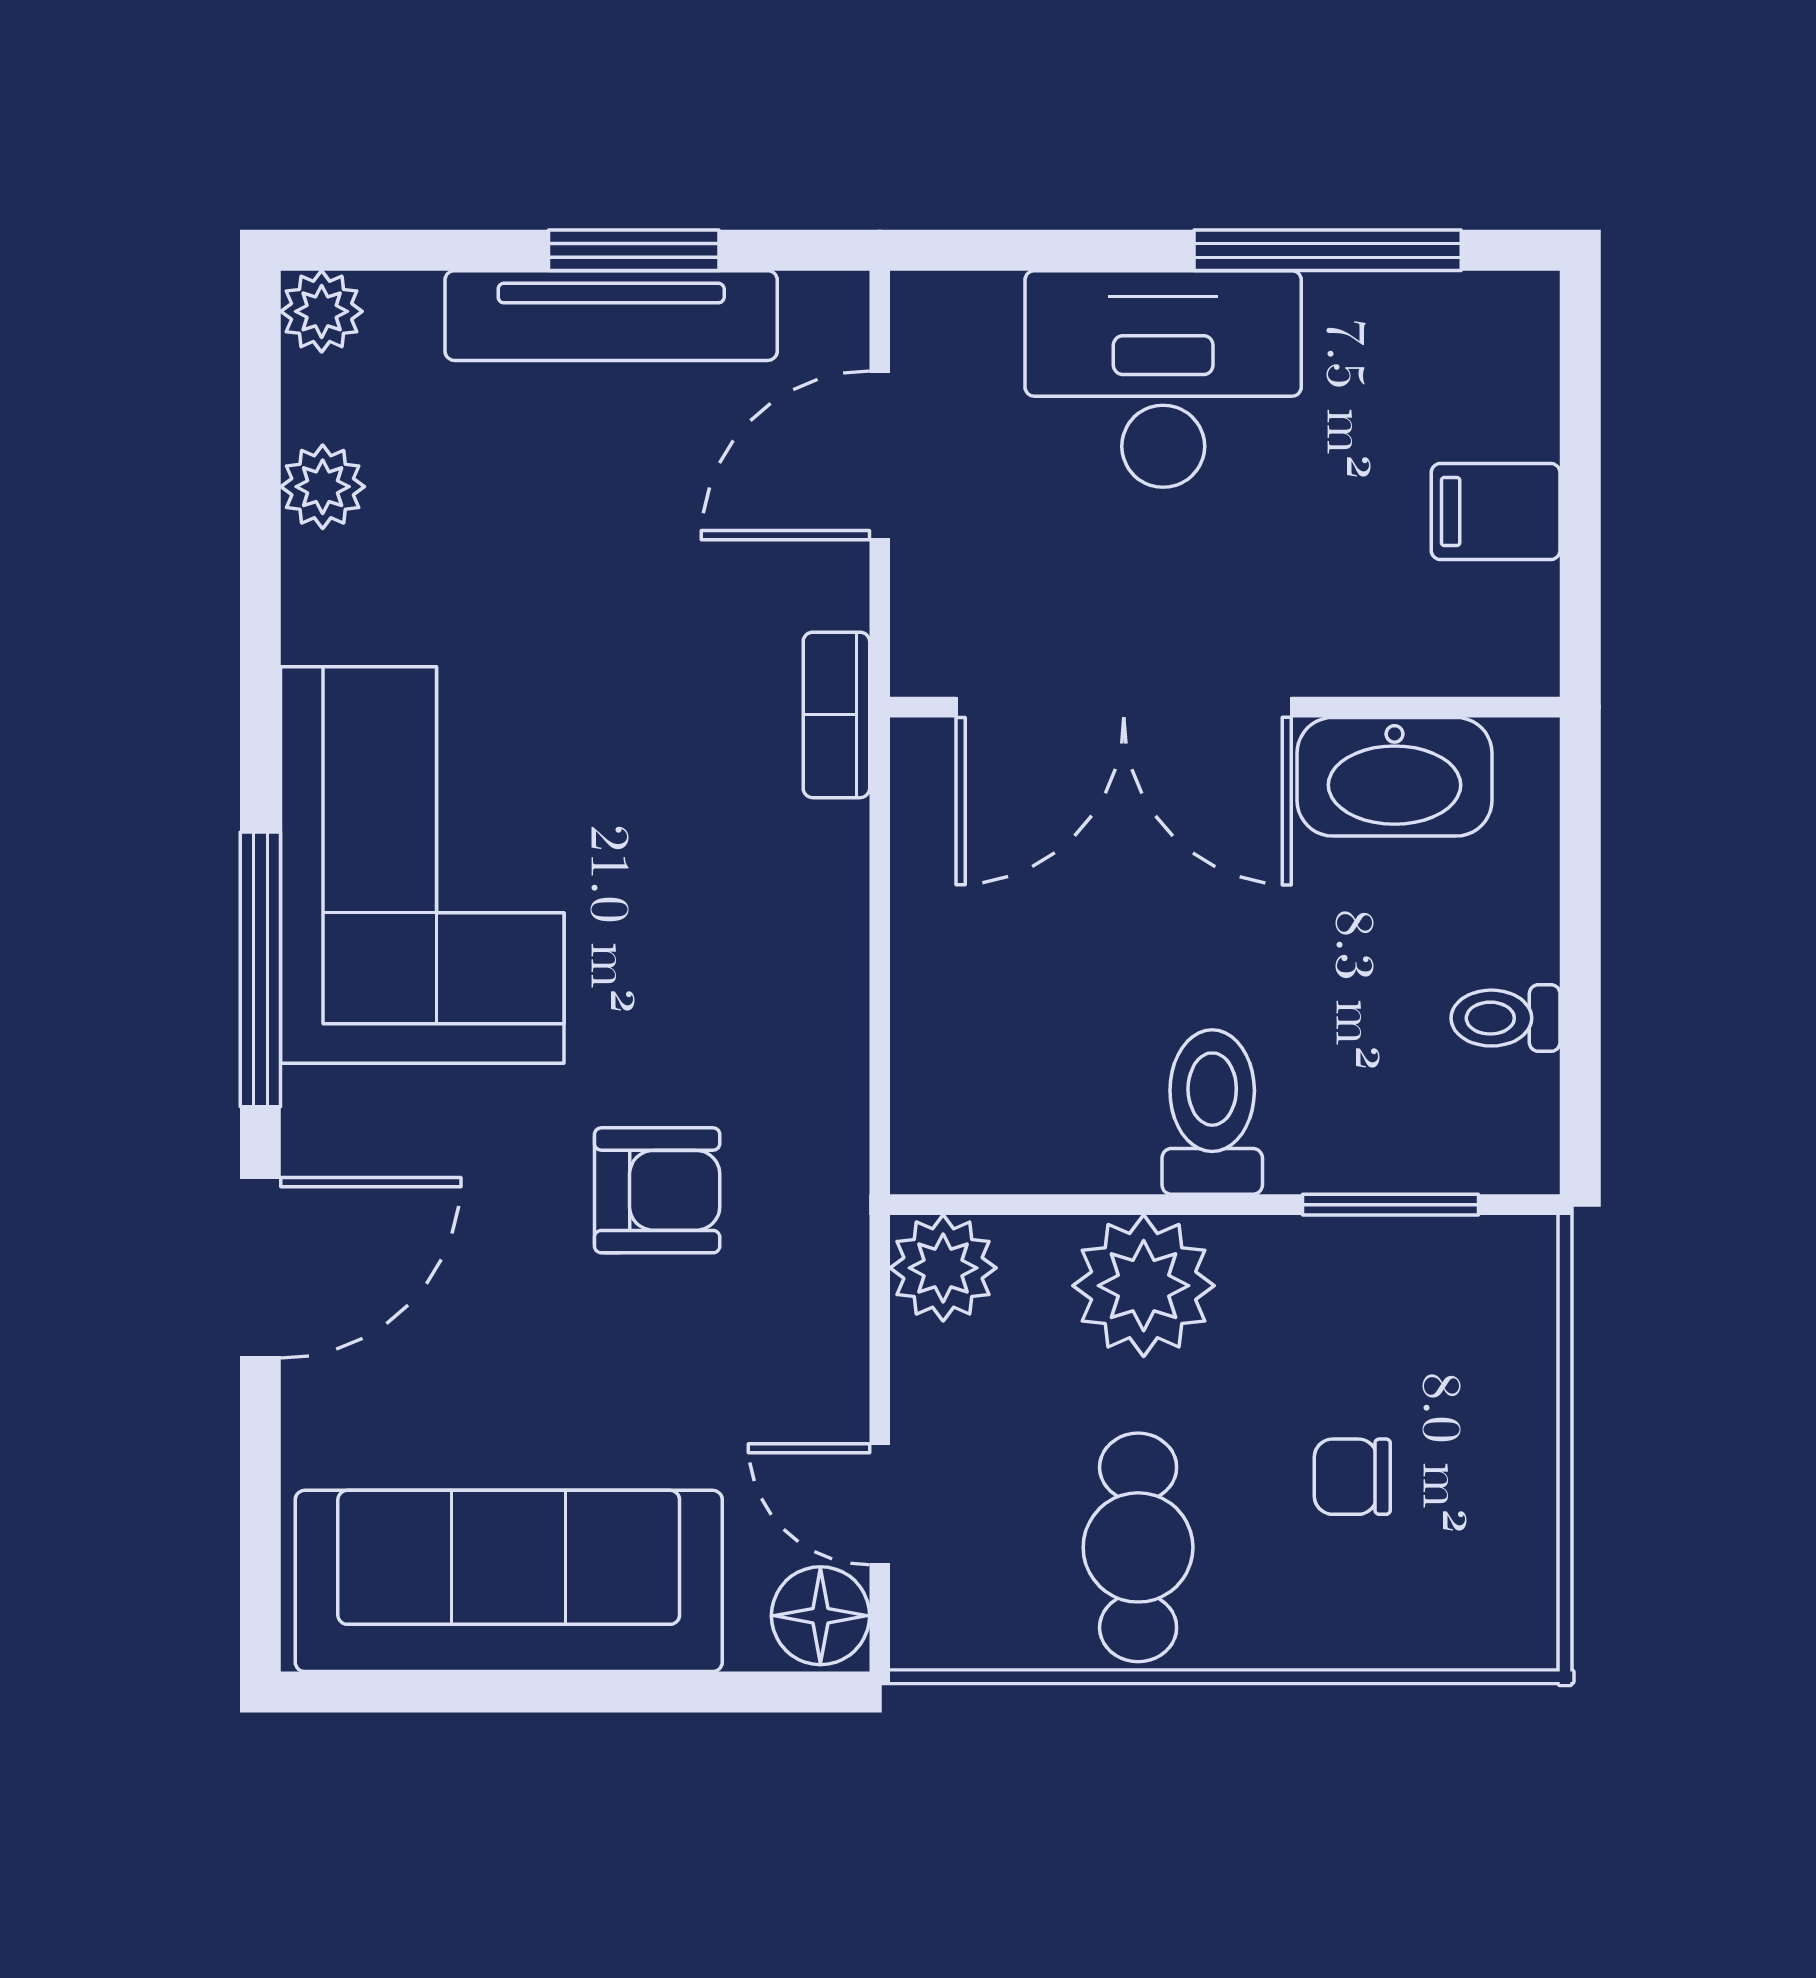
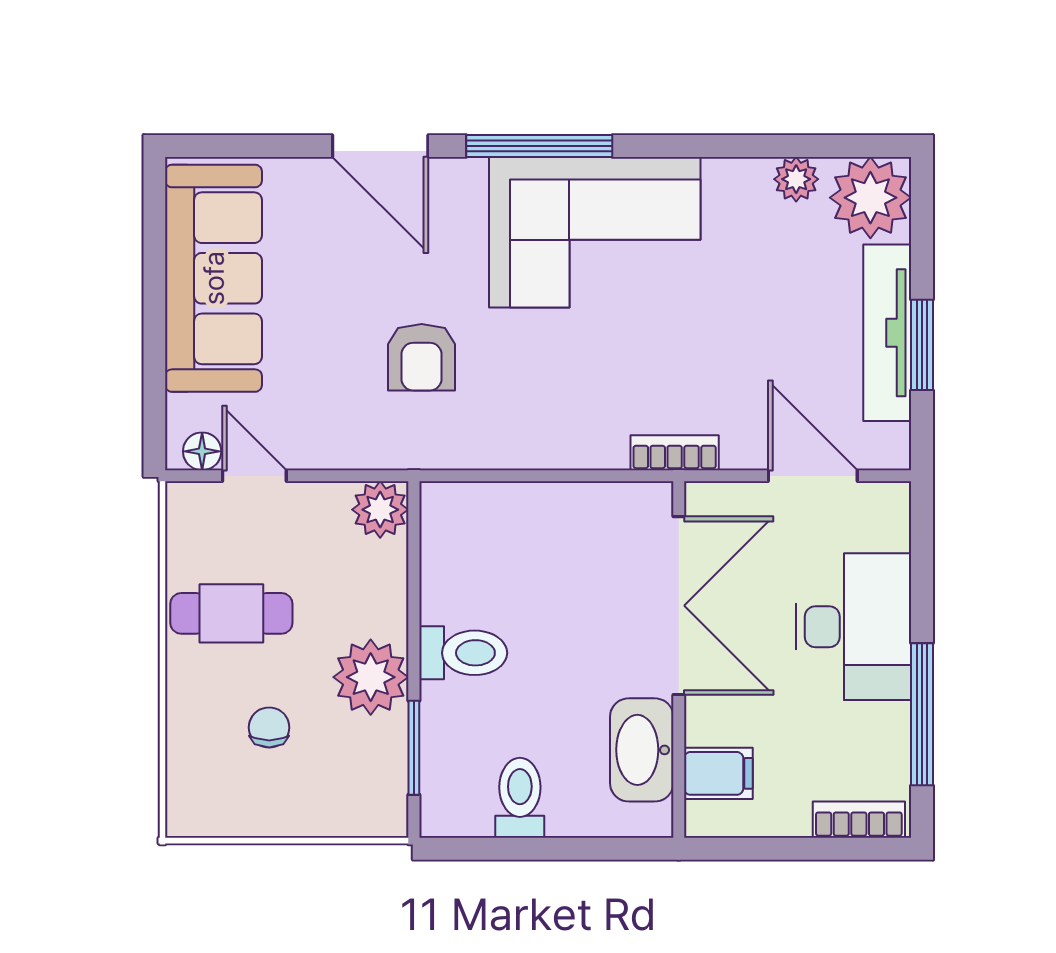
plant: (322, 311) -> (870, 198), width x1.87, depth x1.87
bookcase: (1525, 369) -> (859, 820), added
filing cabinet: (1496, 512) -> (718, 773), moved, turned 90
double door: (1124, 707) -> (679, 606), swing flipped
toilet: (1506, 1018) -> (520, 798), width x1.37, depth x1.39
plant: (1144, 1286) -> (371, 677), moved
door: (880, 1504) -> (254, 476), hinge flipped
floor lamp: (820, 1616) -> (202, 451), width x0.73, depth x0.73

